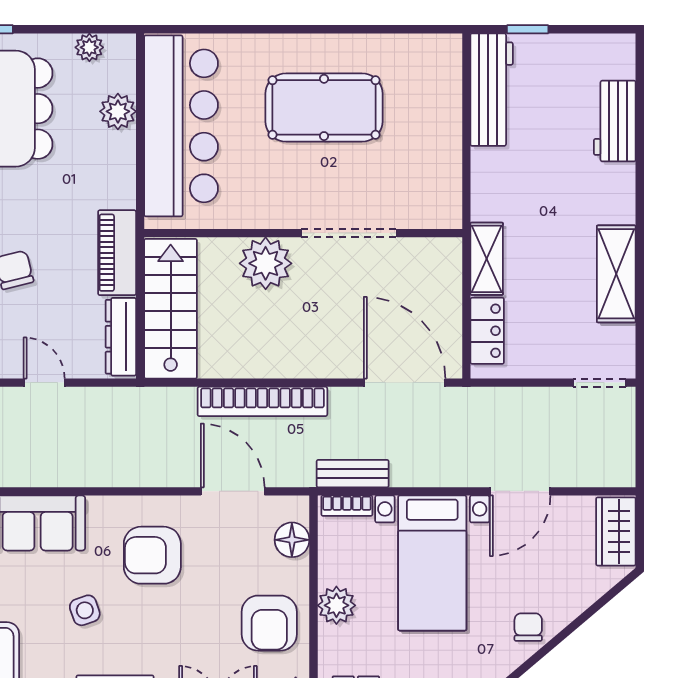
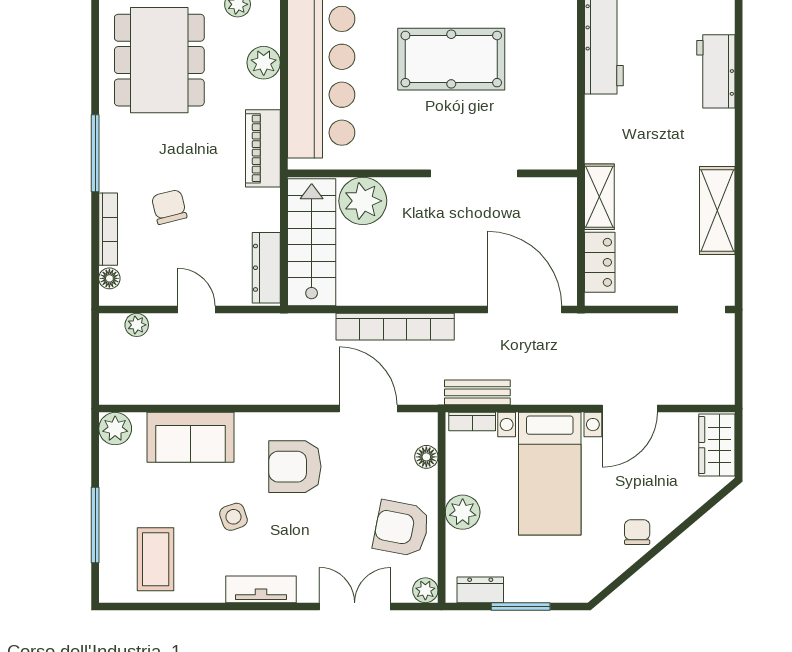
piano: (117, 253) -> (263, 148), moved
plant: (266, 263) -> (363, 201), moved
floor lamp: (292, 540) -> (426, 457), width x0.73, depth x0.73
armchair: (269, 623) -> (401, 528), turned 101

